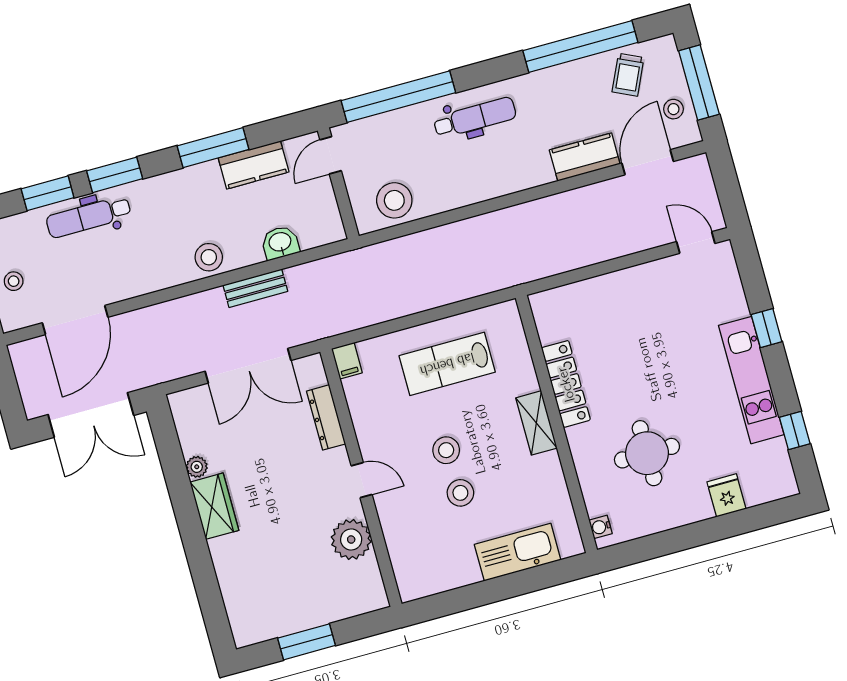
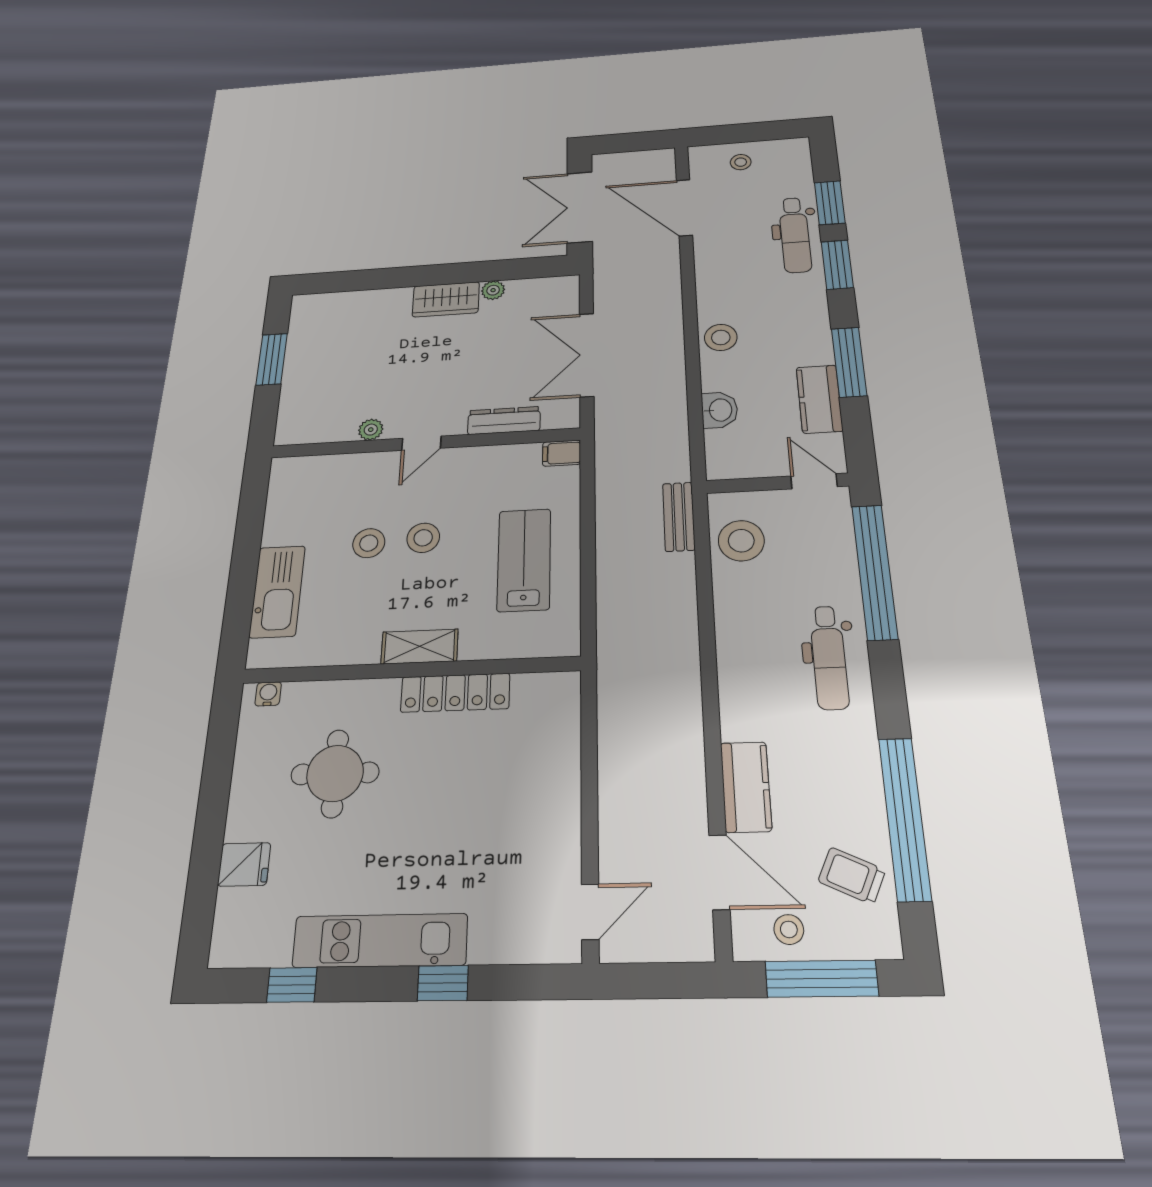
dental chair: (89, 217) -> (795, 235), turned 180
bench: (255, 288) -> (679, 517), moved
plant: (351, 539) -> (371, 430), width x0.53, depth x0.53

